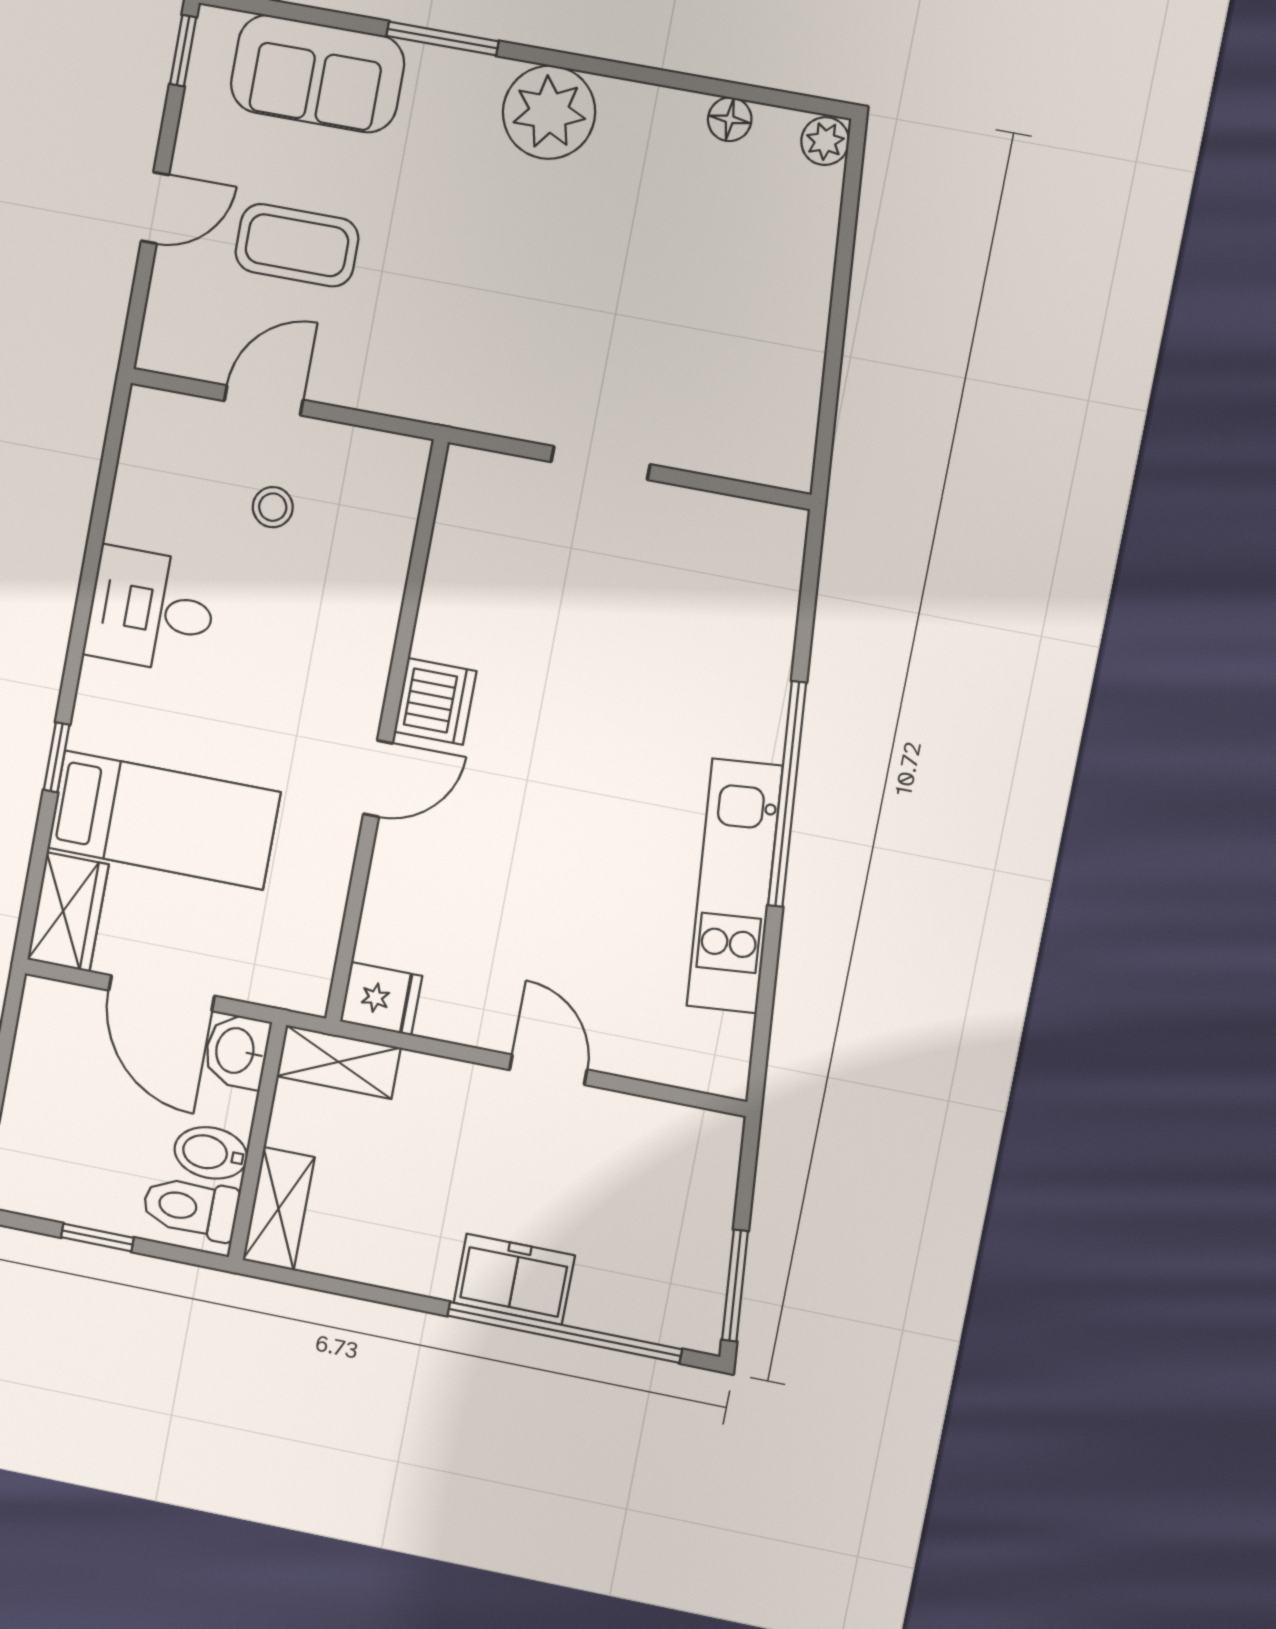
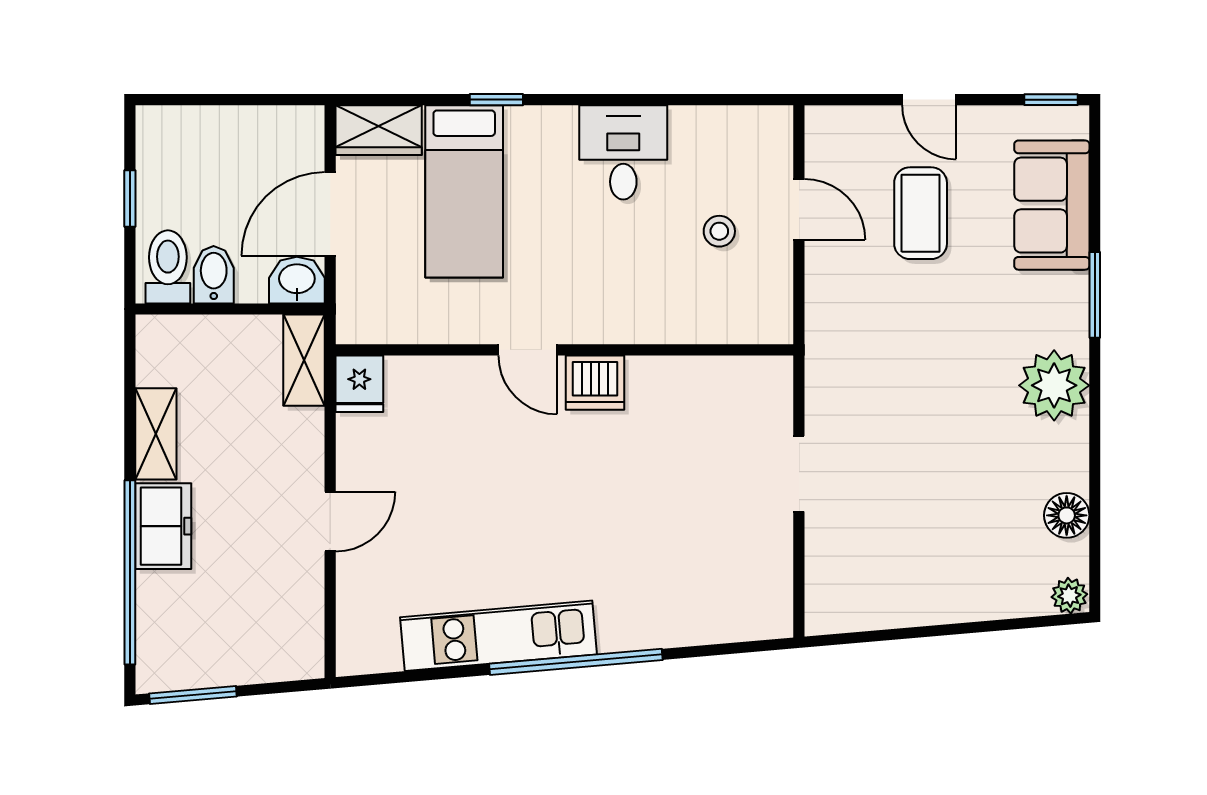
floor lamp: (730, 119) -> (1067, 515), width x1.37, depth x1.37
shelving: (279, 1209) -> (156, 434), moved, turned 90

